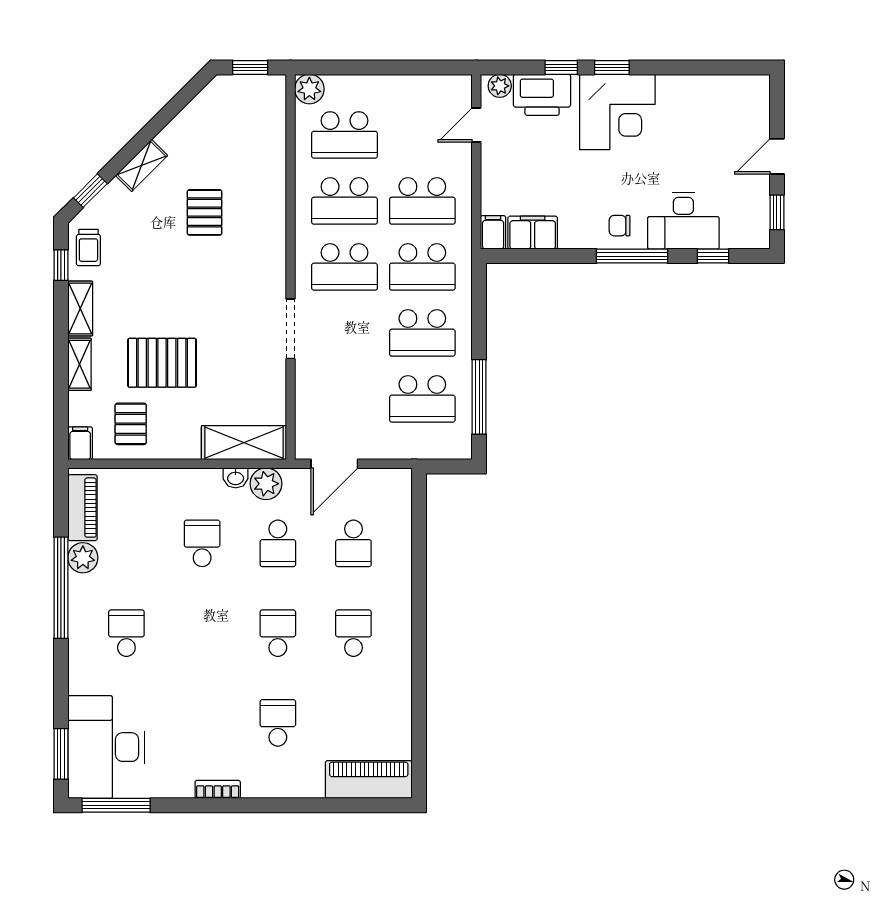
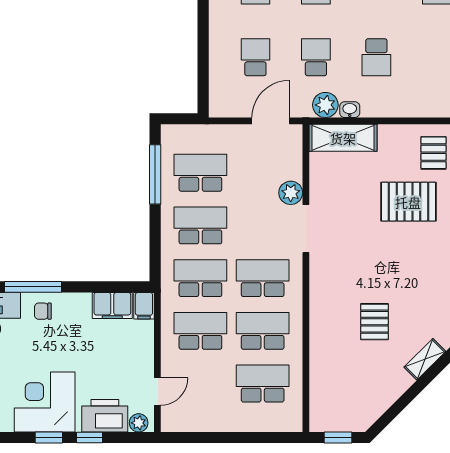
plant: (309, 89) -> (291, 193), moved
chair: (620, 226) -> (43, 311), turned 180

